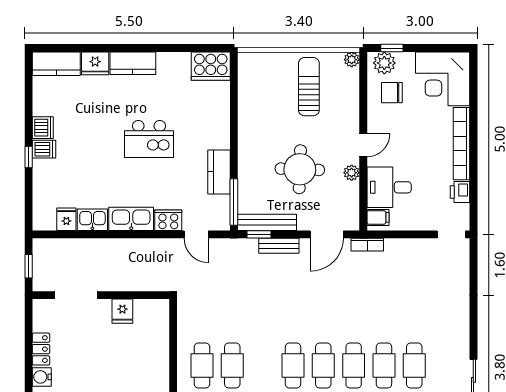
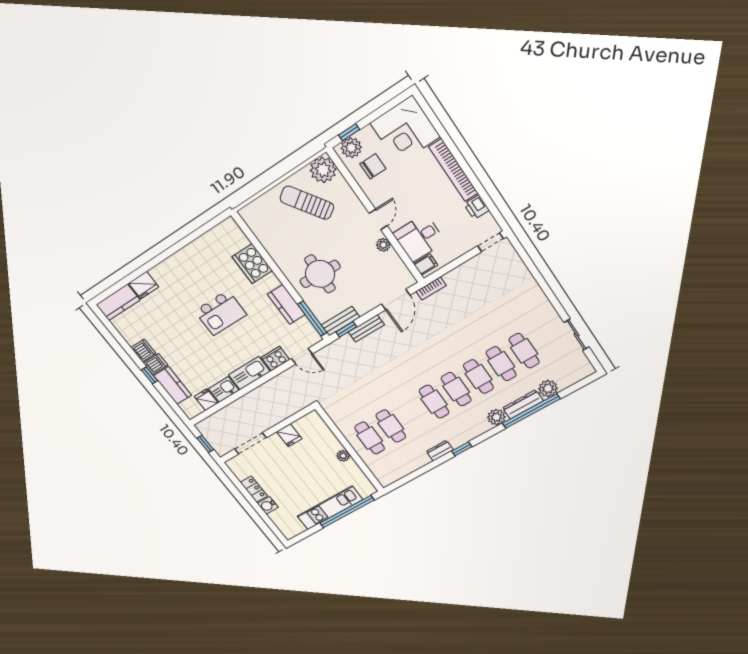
plant: (352, 60) -> (323, 170), width x1.87, depth x1.87
kitchen counter: (133, 63) -> (173, 385), moved, turned -90
cooker: (211, 66) -> (252, 264), moved, turned 90
sun lounger: (309, 87) -> (307, 203), turned -34
chair: (392, 93) -> (373, 166), turned 180
round table: (300, 169) -> (320, 274), moved
bench: (267, 222) -> (340, 321), width x0.73
plant: (161, 369) -> (343, 456), added

